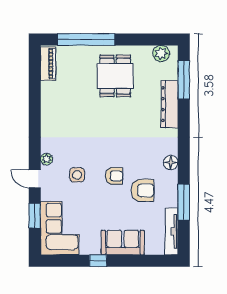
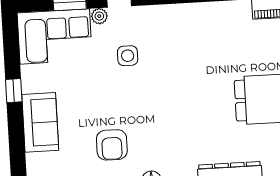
plant: (47, 159) -> (99, 16), moved
armchair: (114, 176) -> (129, 105), removed

